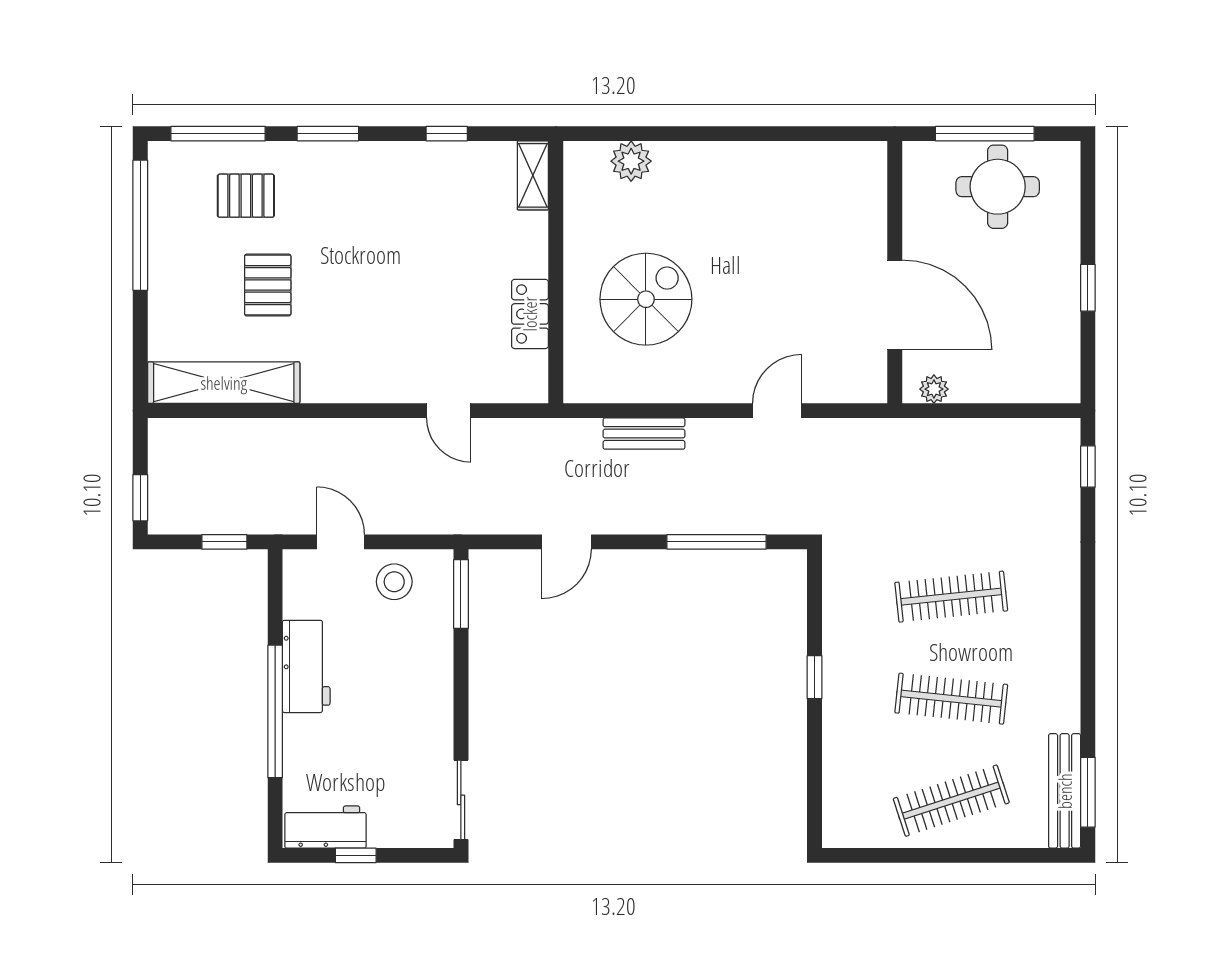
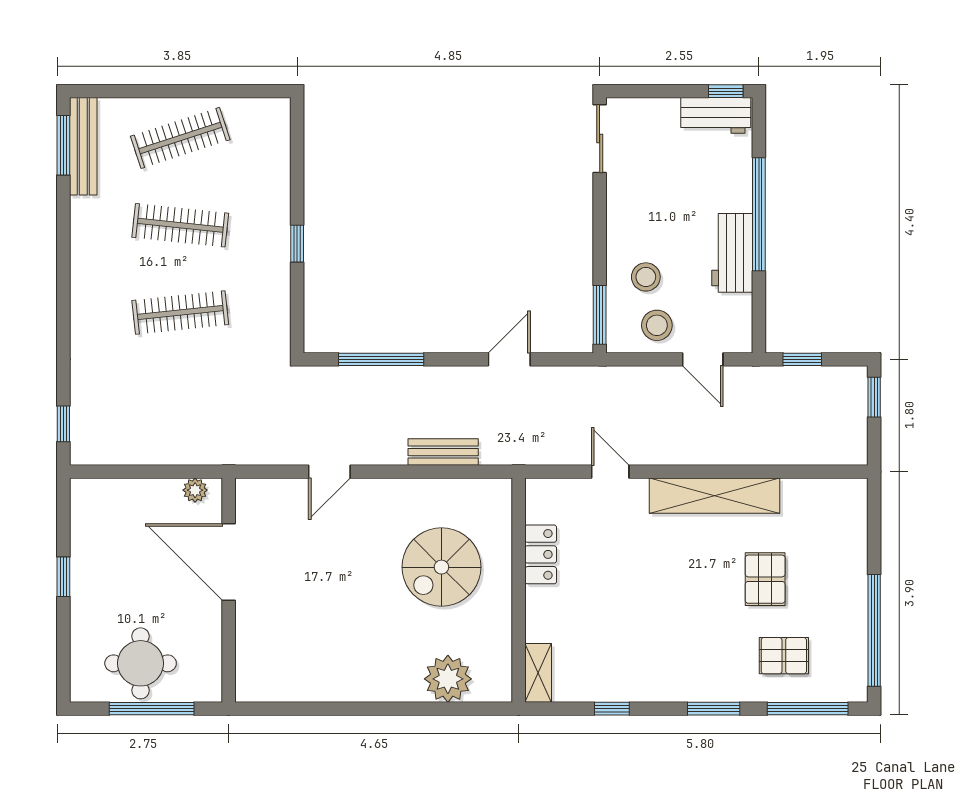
plant: (631, 161) -> (448, 679), width x1.36, depth x1.36
shelving: (224, 383) -> (715, 496), moved
stool: (407, 638) -> (646, 277), added
window: (356, 855) -> (726, 91), moved

